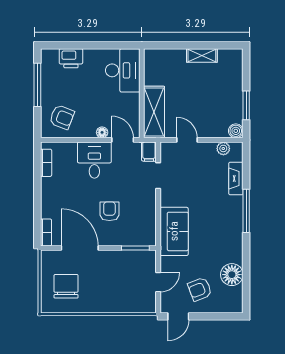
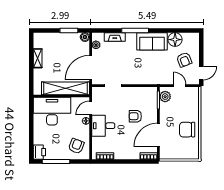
printer: (71, 58) -> (39, 152), moved
desk: (123, 70) -> (52, 111), width x1.36, depth x1.30
shelving: (154, 112) -> (66, 88), width x1.47
door: (187, 140) -> (91, 68), width x1.87
filing cabinet: (149, 152) -> (98, 92), removed
sofa: (174, 231) -> (152, 41), moved, turned 180
plant: (141, 259) -> (165, 97), added
chair: (66, 286) -> (187, 130), moved
door: (178, 316) -> (201, 73), hinge flipped

